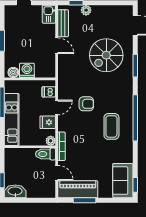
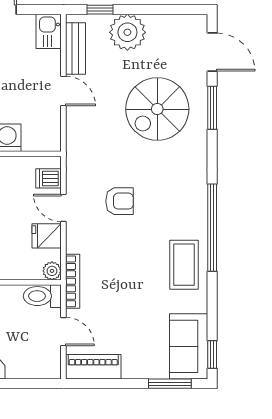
plant: (86, 10) -> (127, 32), width x1.87, depth x1.87
window: (135, 66) -> (212, 108), moved
door: (57, 107) -> (63, 208), swing flipped
coffee table: (111, 126) -> (184, 265), moved
piano: (78, 189) -> (93, 367), width x0.73, depth x0.75
window: (84, 200) -> (170, 384), moved

